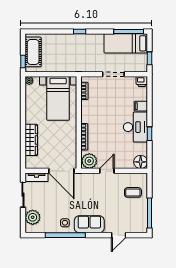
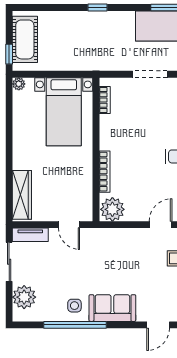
wardrobe: (31, 140) -> (22, 195), moved
door: (61, 171) -> (69, 225), width x0.53
door: (107, 171) -> (161, 225), moved

